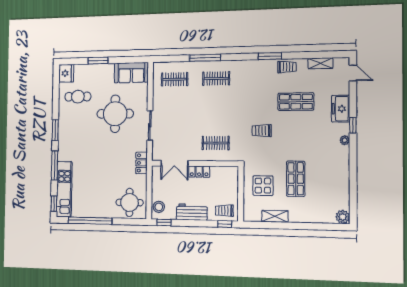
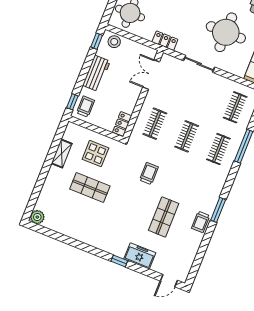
shelving: (321, 63) -> (191, 255), removed
clothes rail: (216, 111) -> (187, 136), added
plant: (345, 140) -> (108, 248), removed
locker: (199, 172) -> (122, 124), moved

